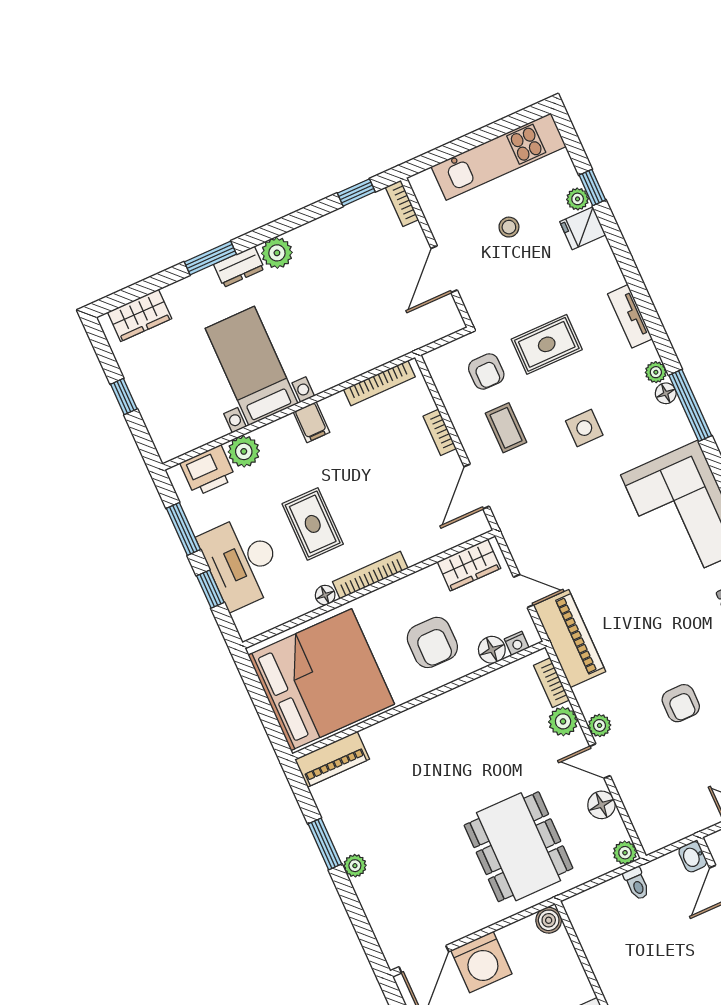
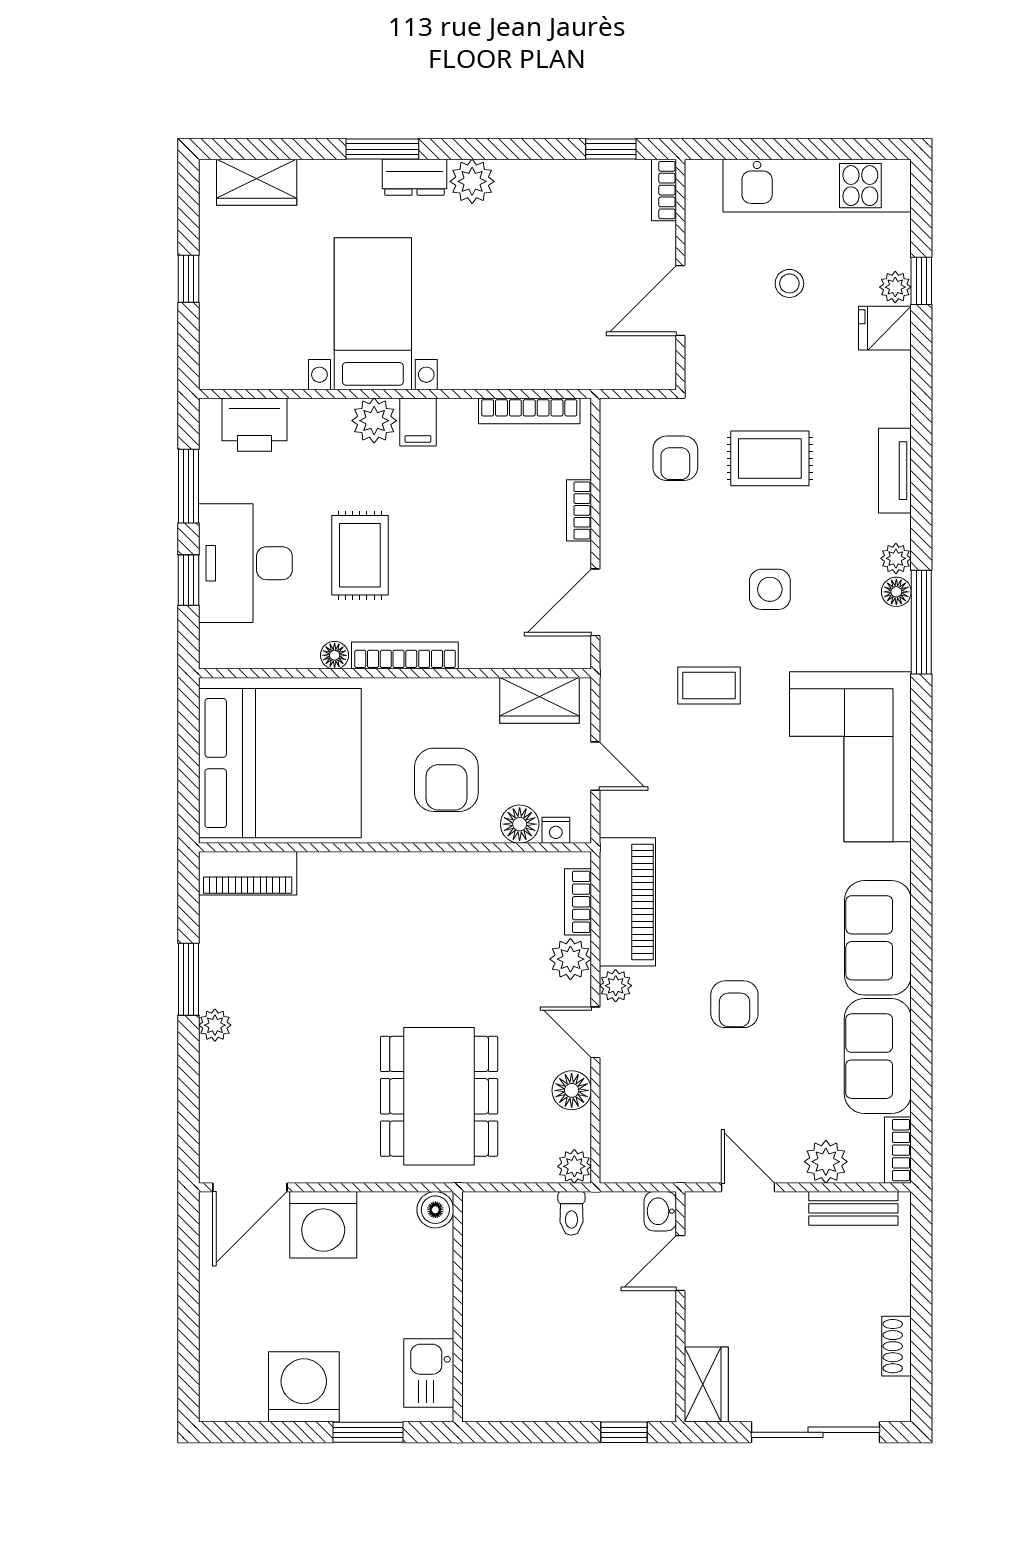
coffee table: (506, 428) -> (709, 686), moved, turned 90
plant: (244, 451) -> (374, 421), moved
piano: (569, 639) -> (627, 902), moved

